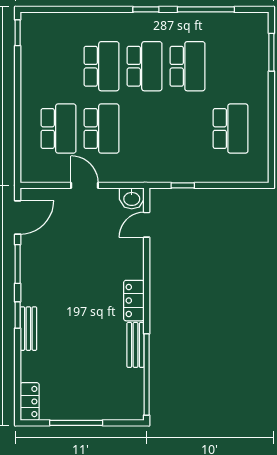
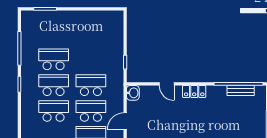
school desk: (231, 129) -> (91, 85), moved
door: (147, 225) -> (167, 84), moved
bench: (136, 345) -> (241, 91), moved

